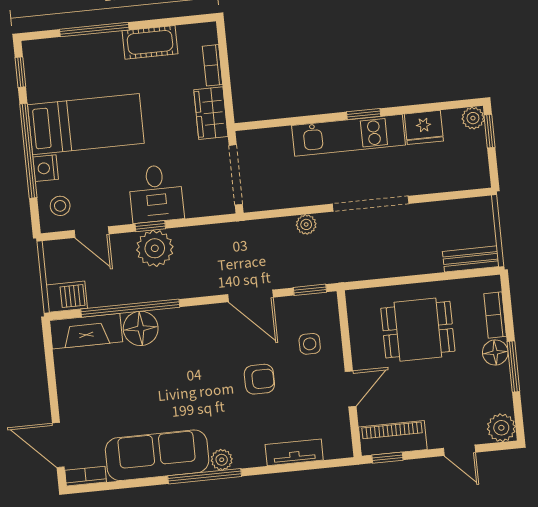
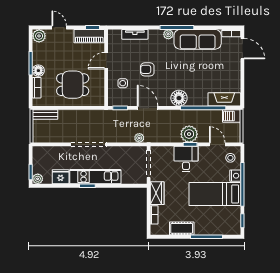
plant: (306, 224) -> (139, 138), moved
floor lamp: (141, 328) -> (179, 98), moved

